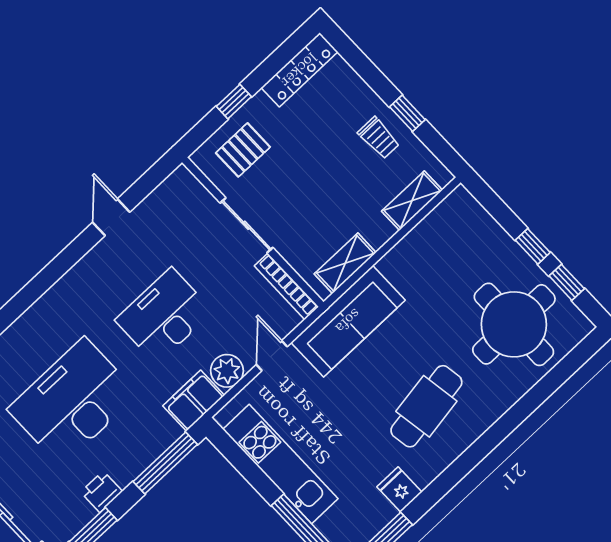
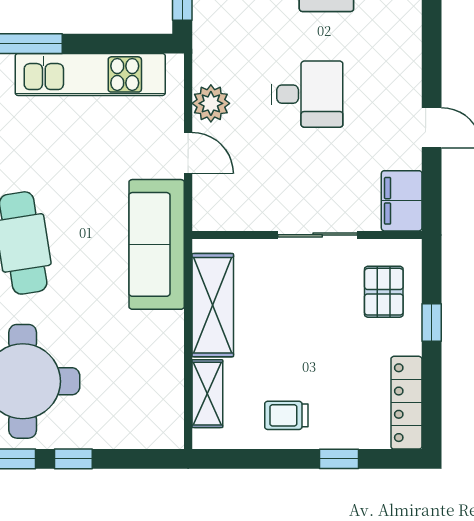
window: (407, 113) -> (339, 459), moved
shelving: (345, 263) -> (213, 305), width x1.50, depth x1.33
bookcase: (286, 286) -> (235, 220), removed
desk: (164, 316) -> (307, 94), width x0.73
filing cabinet: (194, 401) -> (402, 201), moved, turned 180

